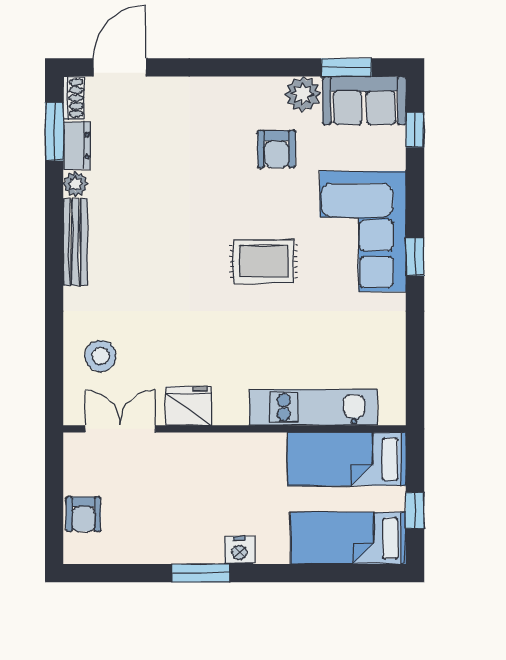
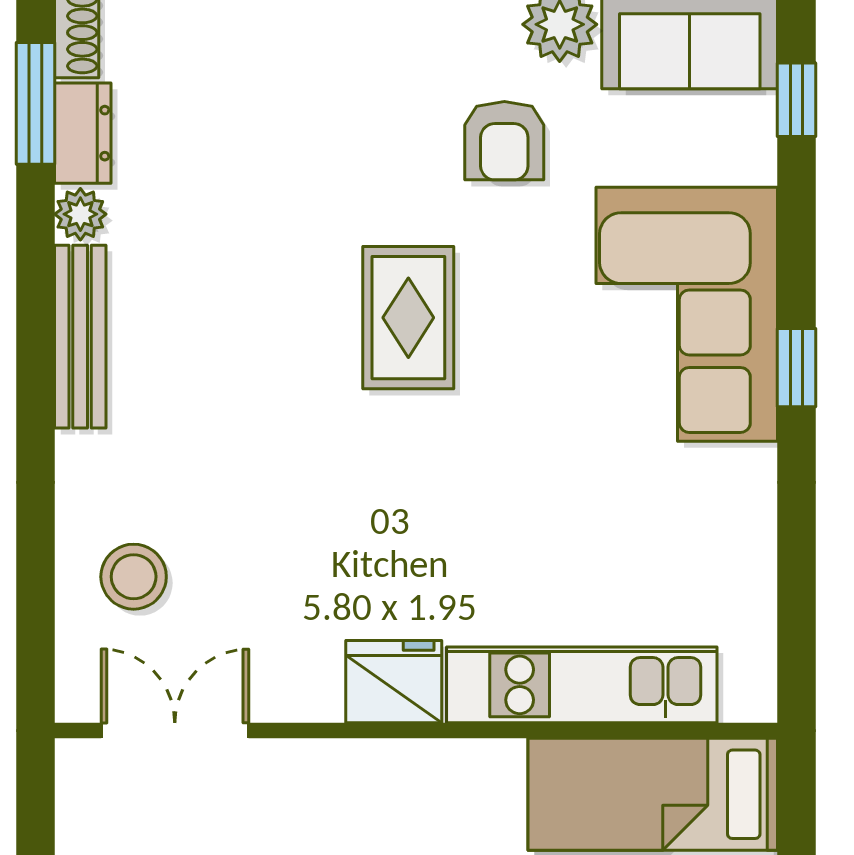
rug: (264, 262) -> (408, 318), moved, turned 90
fridge: (188, 406) -> (394, 682), moved

